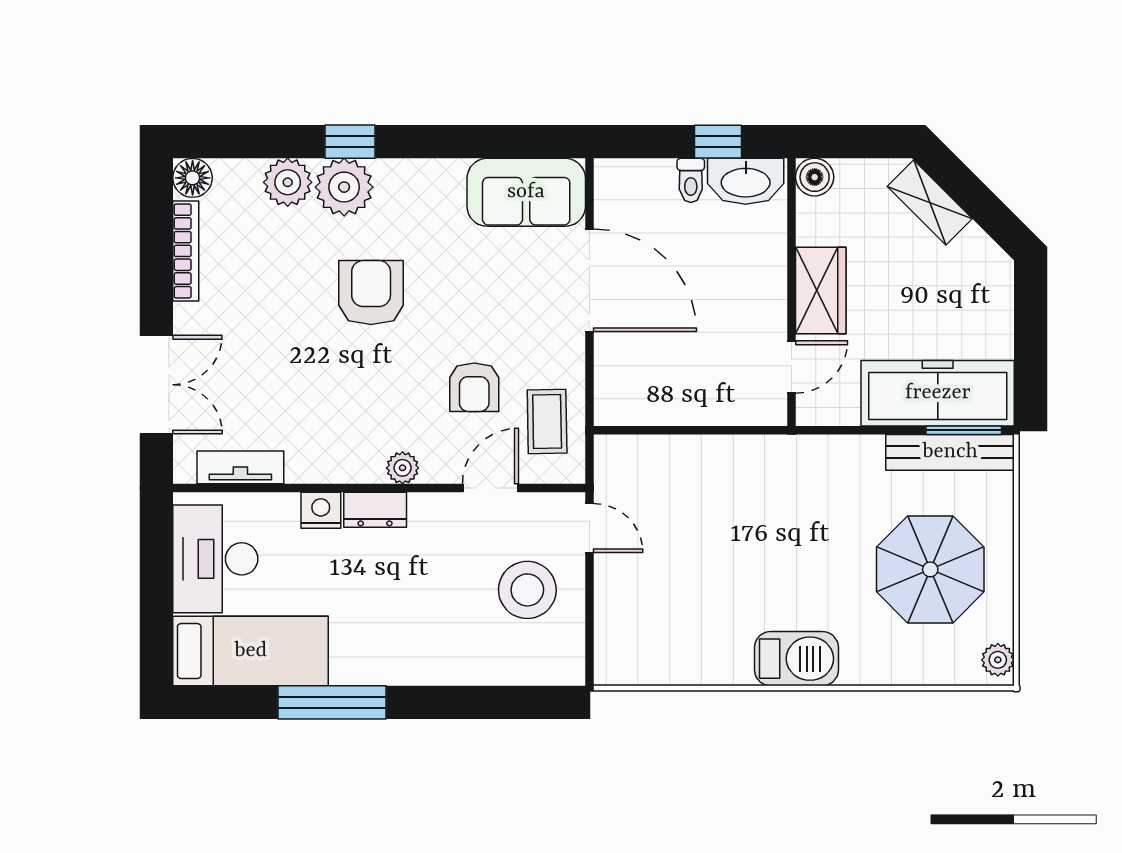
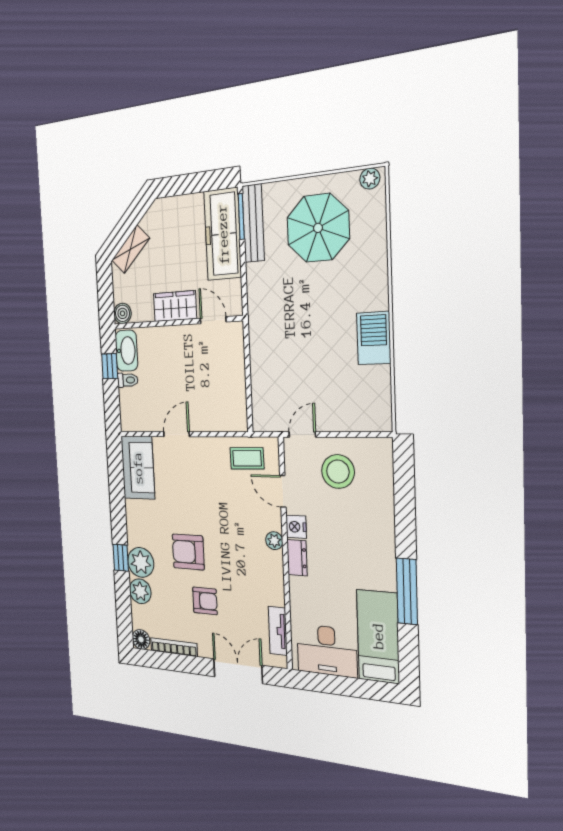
door: (589, 280) -> (176, 434), width x0.53
armchair: (474, 387) -> (205, 601), moved
nightstand: (321, 510) -> (296, 527), moved
barbecue: (796, 659) -> (374, 338), moved

